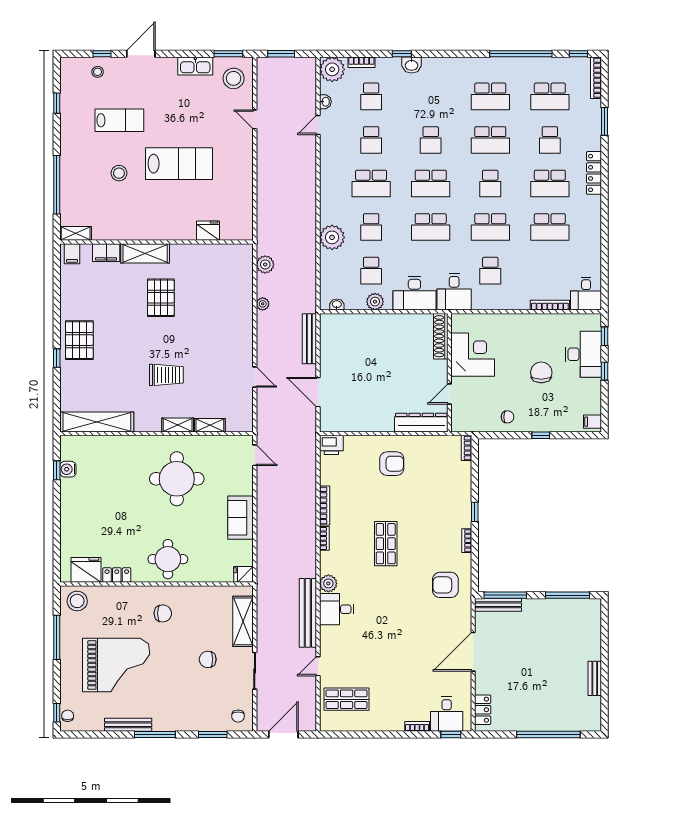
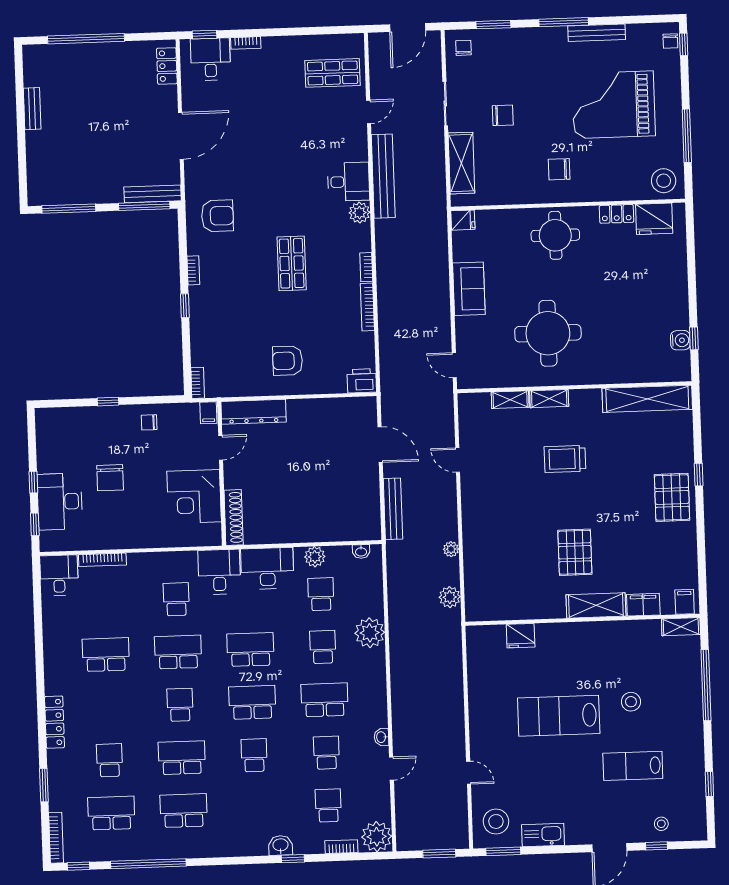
washbasin: (325, 102) -> (381, 737), moved
school desk: (550, 183) -> (108, 707), removed
filing cabinet: (592, 422) -> (208, 413), moved, turned 90

